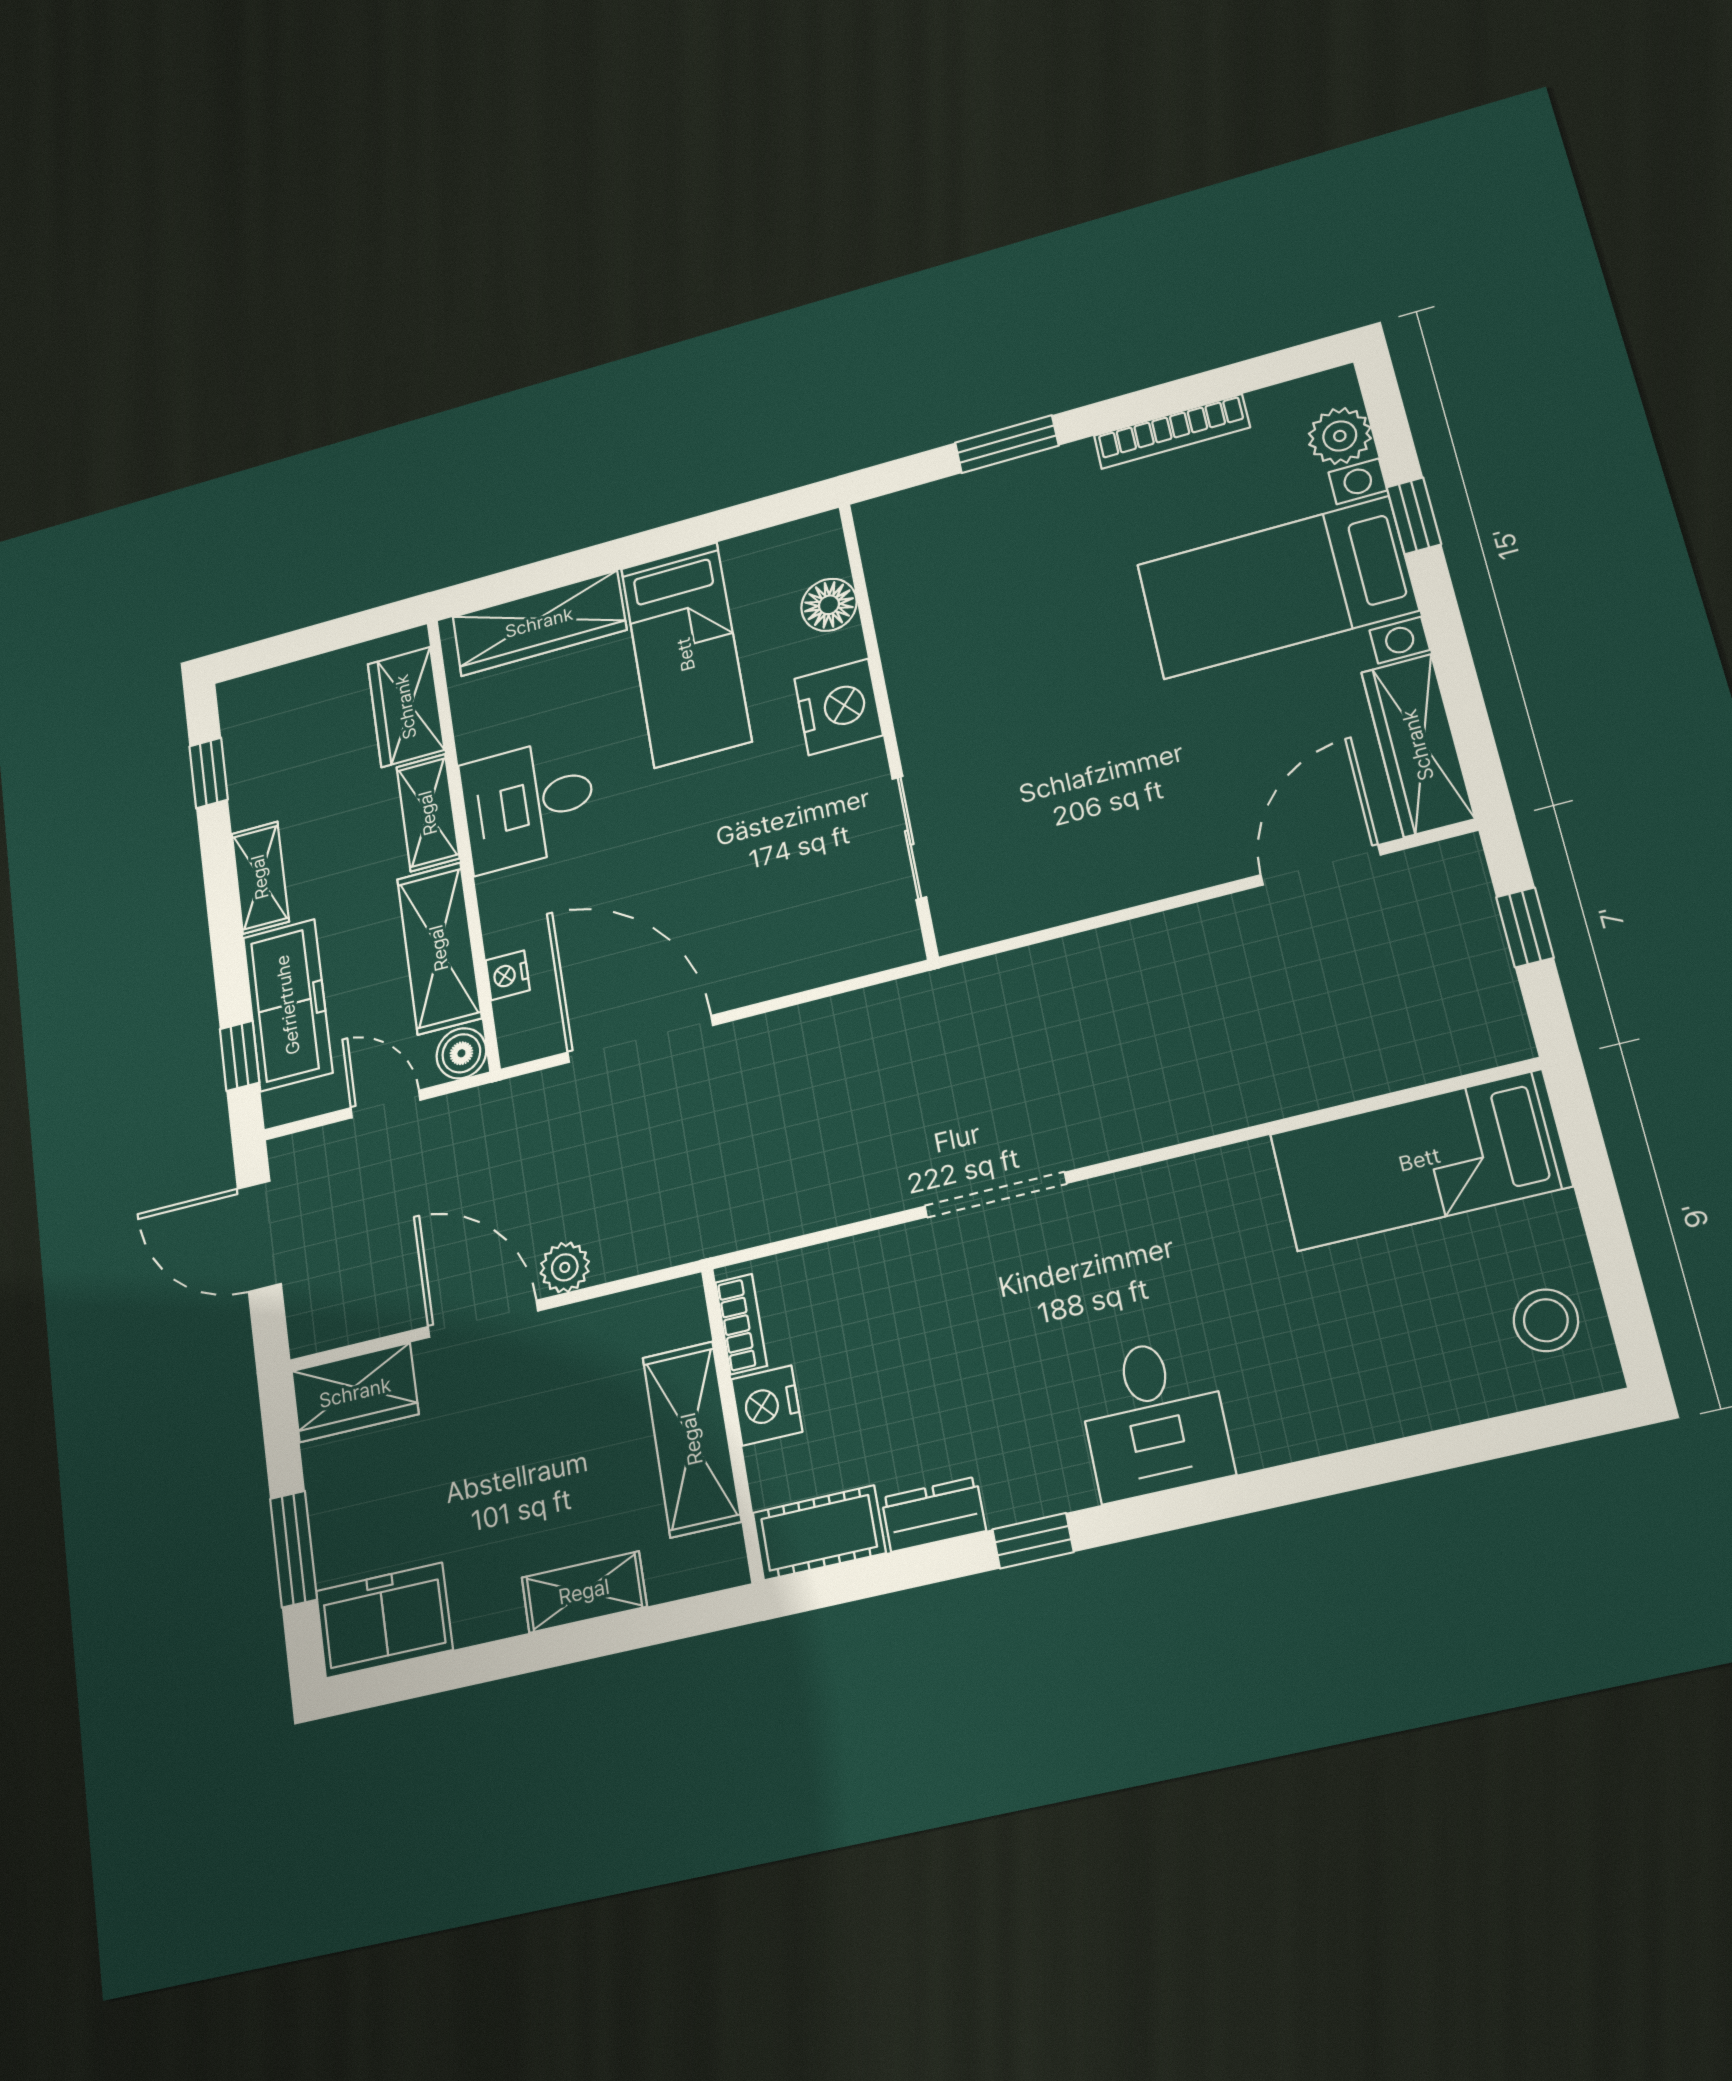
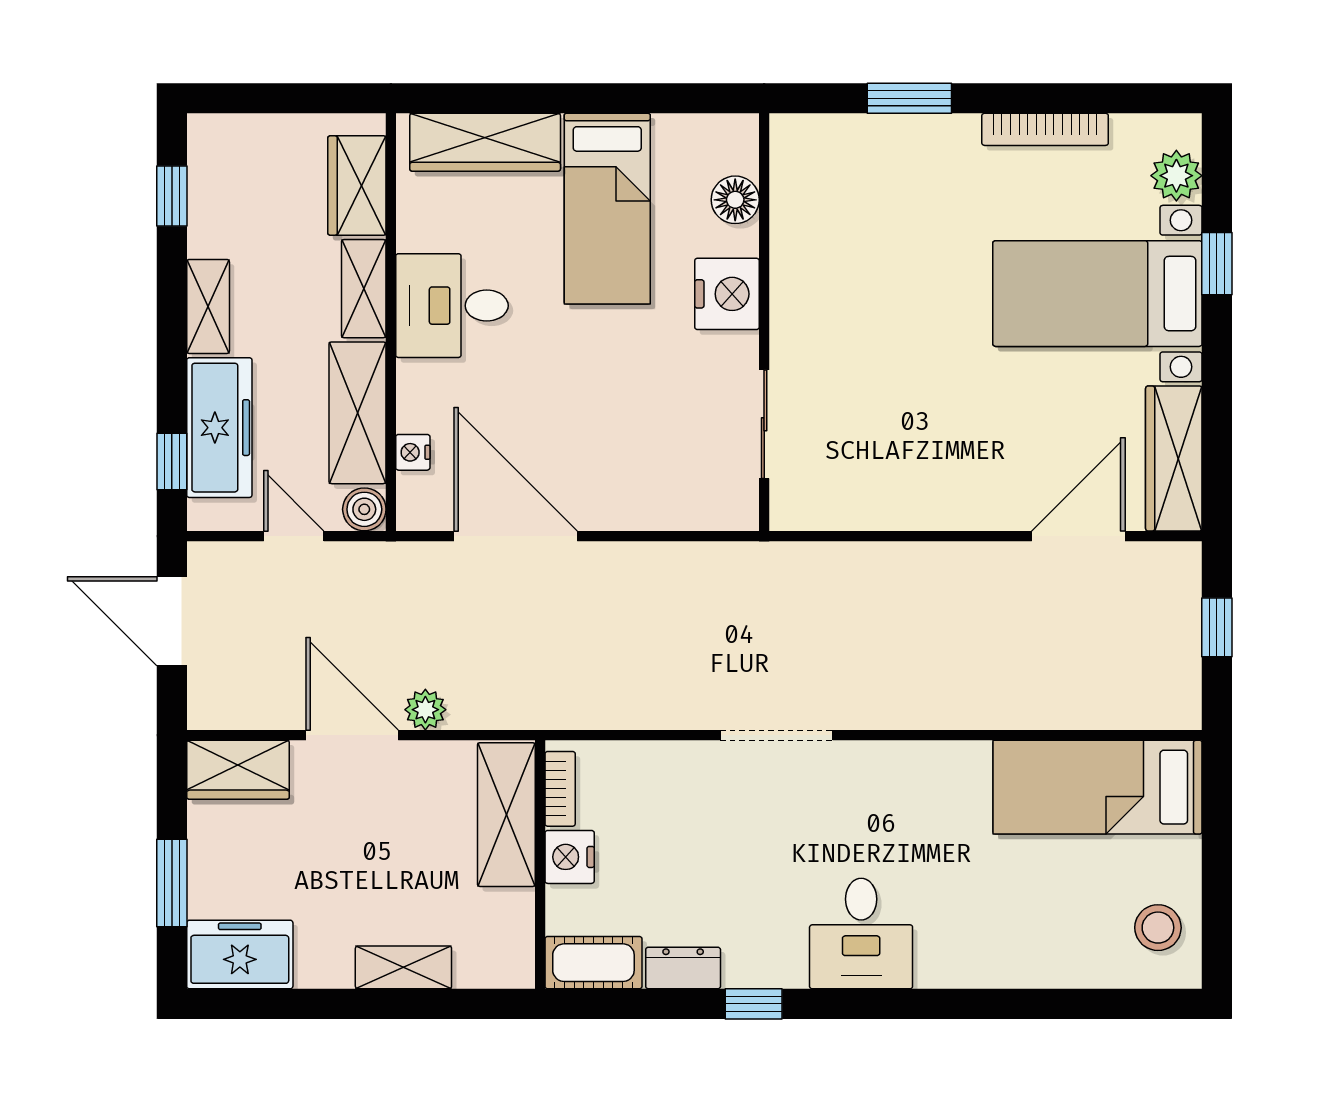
shelving: (692, 1439) -> (506, 815), moved

